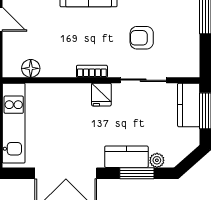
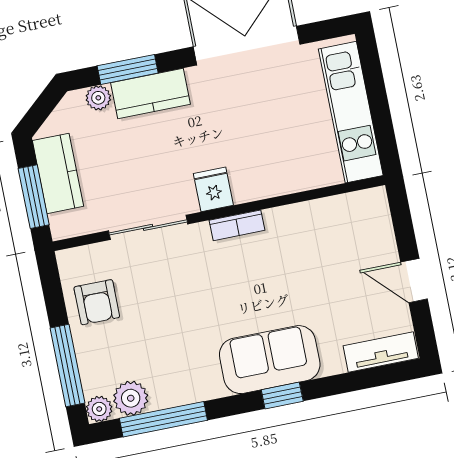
armchair: (142, 38) -> (97, 302), moved, turned 90
floor lamp: (31, 68) -> (341, 210), removed
kitchen counter: (189, 105) -> (58, 173), moved

